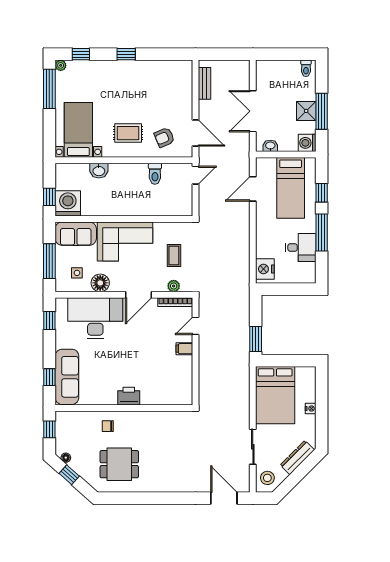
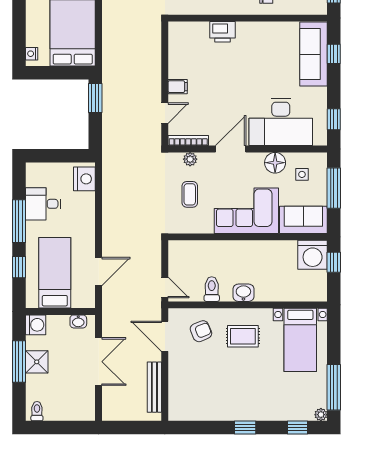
bench: (204, 83) -> (154, 387), width x1.36
washbasin: (99, 171) -> (243, 293), moved
door: (196, 175) -> (165, 288), swing flipped
printer: (129, 396) -> (222, 32), moved
nightstand: (311, 409) -> (32, 54), moved

